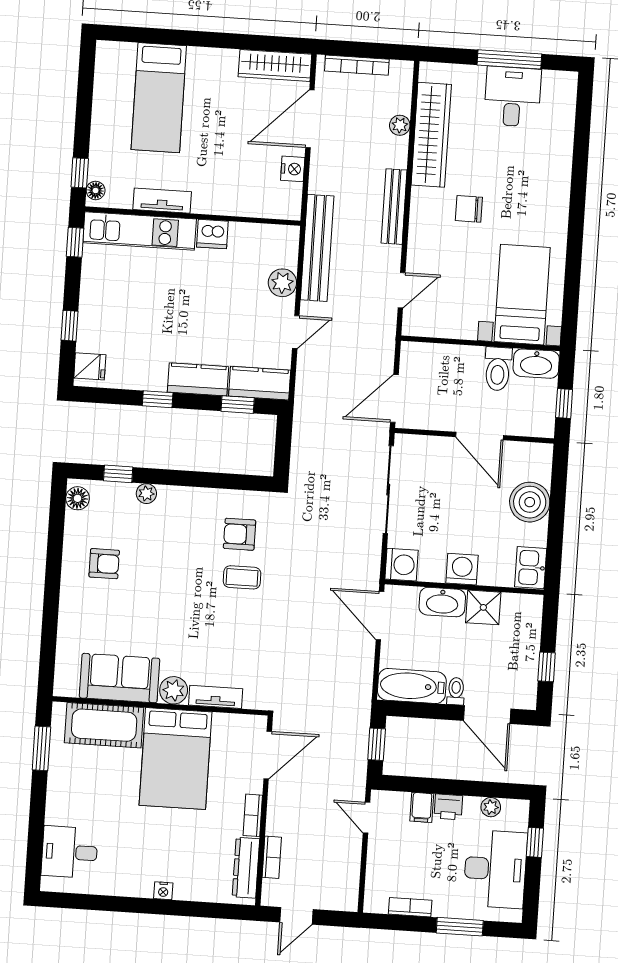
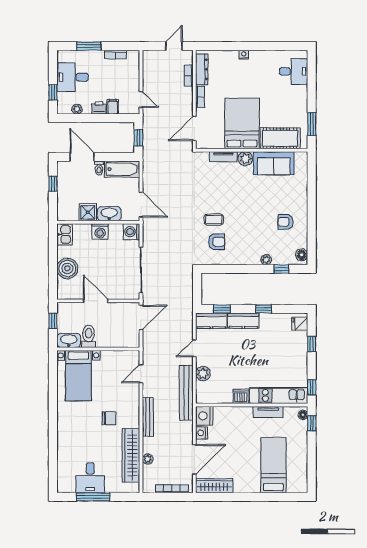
nightstand: (285, 201) -> (204, 416), added
desk: (495, 869) -> (73, 77), width x0.73

